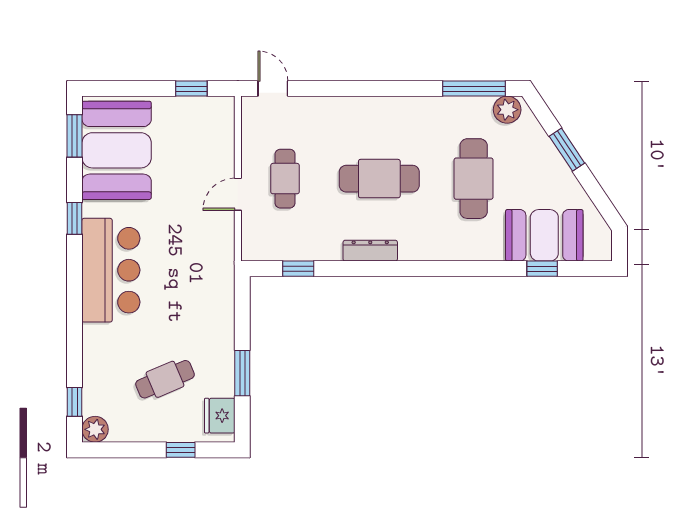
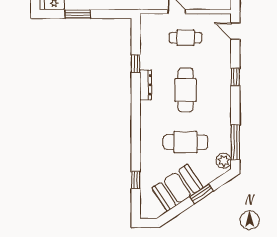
door: (273, 89) -> (235, 31), swing flipped
window: (356, 89) -> (235, 77), added
booth: (544, 235) -> (177, 188), moved, turned 56
window: (298, 269) -> (136, 64), moved

